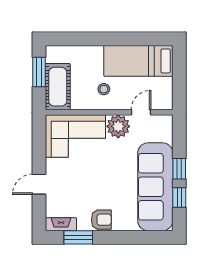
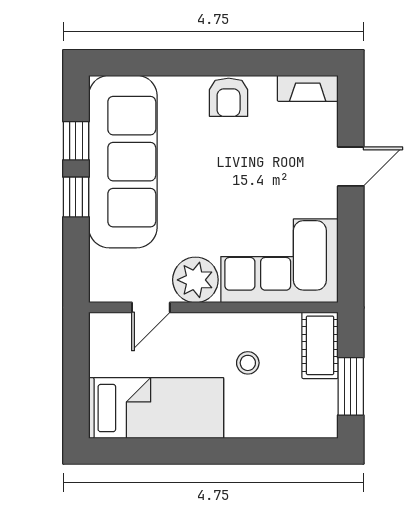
cot: (58, 87) -> (320, 345), width x0.73, depth x0.75
stool: (104, 89) -> (248, 363), moved
armchair: (101, 220) -> (229, 97), turned -90
window: (78, 237) -> (274, 63), removed

